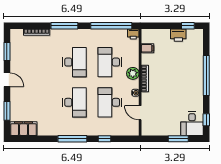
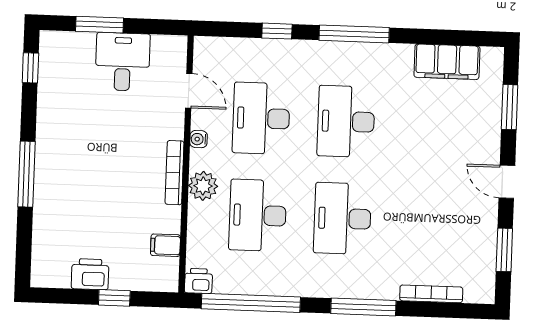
window: (188, 26) -> (114, 298), moved
desk: (110, 62) -> (258, 215), turned 180
window: (206, 76) -> (27, 174), width x0.68
desk: (110, 102) -> (261, 118), turned 180
desk: (192, 124) -> (123, 62), moved
filing cabinet: (23, 129) -> (447, 62), moved

